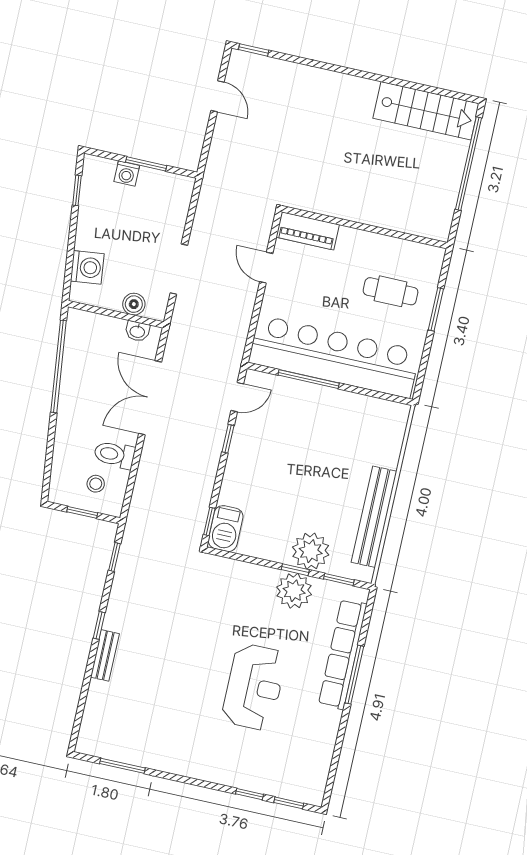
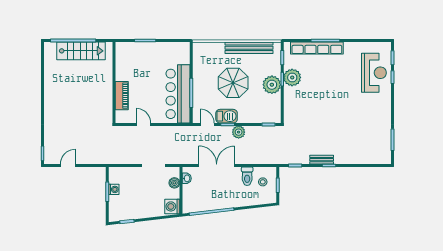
stairs: (426, 111) -> (81, 51), moved, turned 90
washing machine: (127, 173) -> (114, 189), moved
piano: (308, 231) -> (122, 96), moved
washing machine: (87, 267) -> (172, 206), moved, turned -83
door: (266, 268) -> (143, 124), swing flipped
cafe table: (391, 291) -> (141, 64), removed
bar counter: (334, 357) -> (178, 94), width x0.73
double door: (150, 398) -> (217, 165), swing flipped
plant: (208, 457) -> (239, 132), added
parasol: (310, 468) -> (233, 83), added
barbecue: (226, 529) -> (227, 116), moved
plant: (311, 551) -> (272, 85), moved
bench: (105, 655) -> (322, 160), moved
reception desk: (254, 687) -> (374, 73), moved, turned 90

